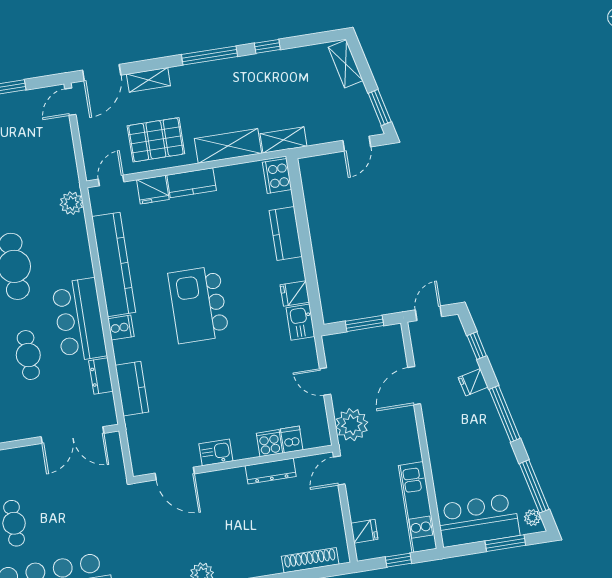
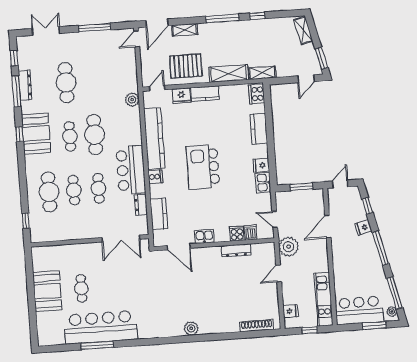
dishwasher: (292, 439) -> (250, 232), moved
cooker: (269, 443) -> (237, 234), moved
kitchen sink: (216, 452) -> (204, 236), moved
wall: (233, 464) -> (214, 244), moved
dresser: (271, 471) -> (236, 250), moved
door: (175, 473) -> (179, 247), moved

